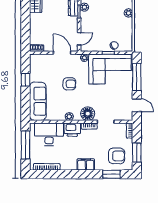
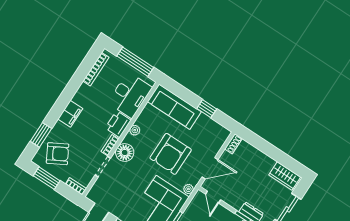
armchair: (69, 84) -> (171, 154), width x1.88, depth x1.88
armchair: (117, 156) -> (58, 154), turned -119

